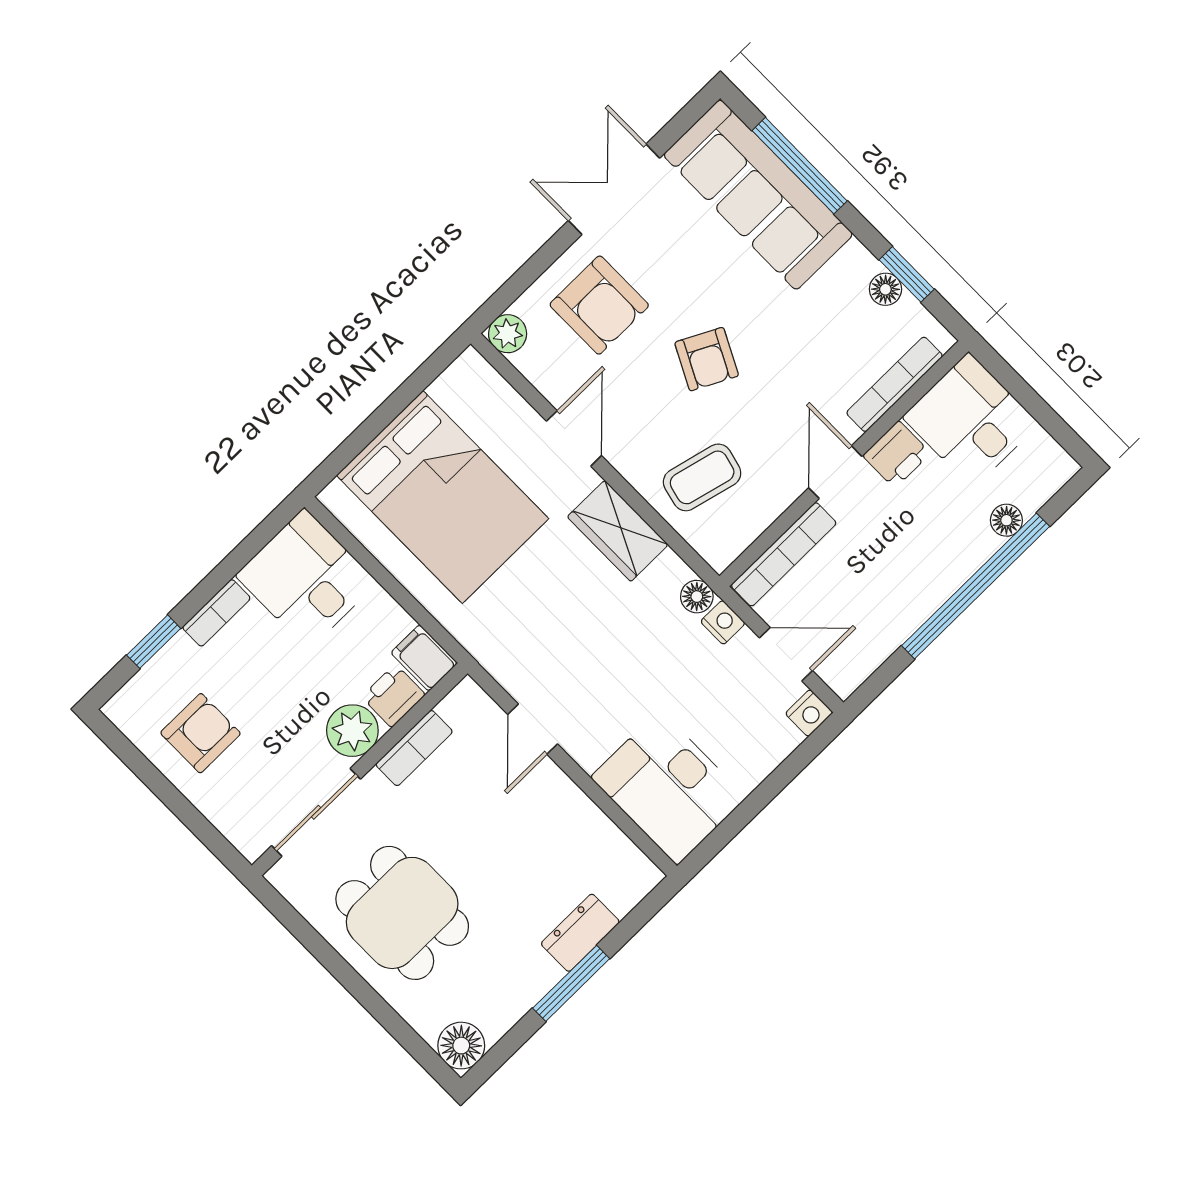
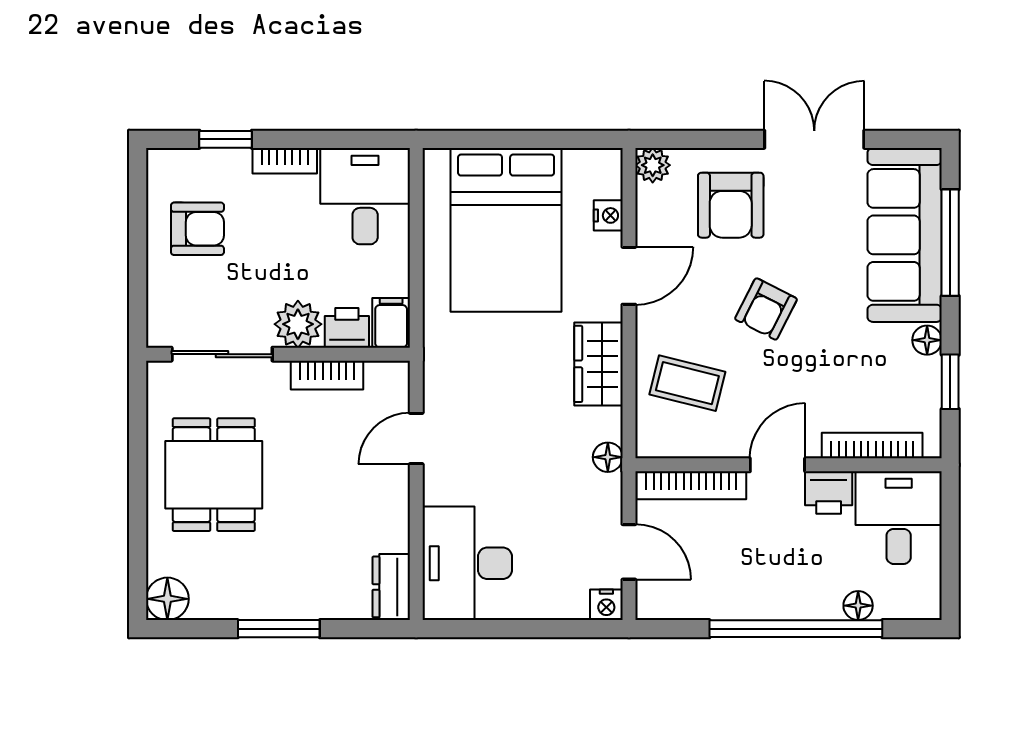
floor lamp: (885, 289) -> (927, 340), moved
nightstand: (723, 622) -> (608, 215), moved
dresser: (580, 933) -> (391, 587), moved, turned -90

